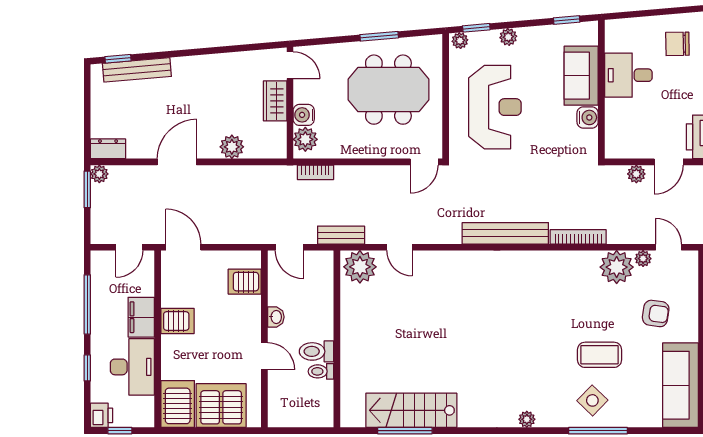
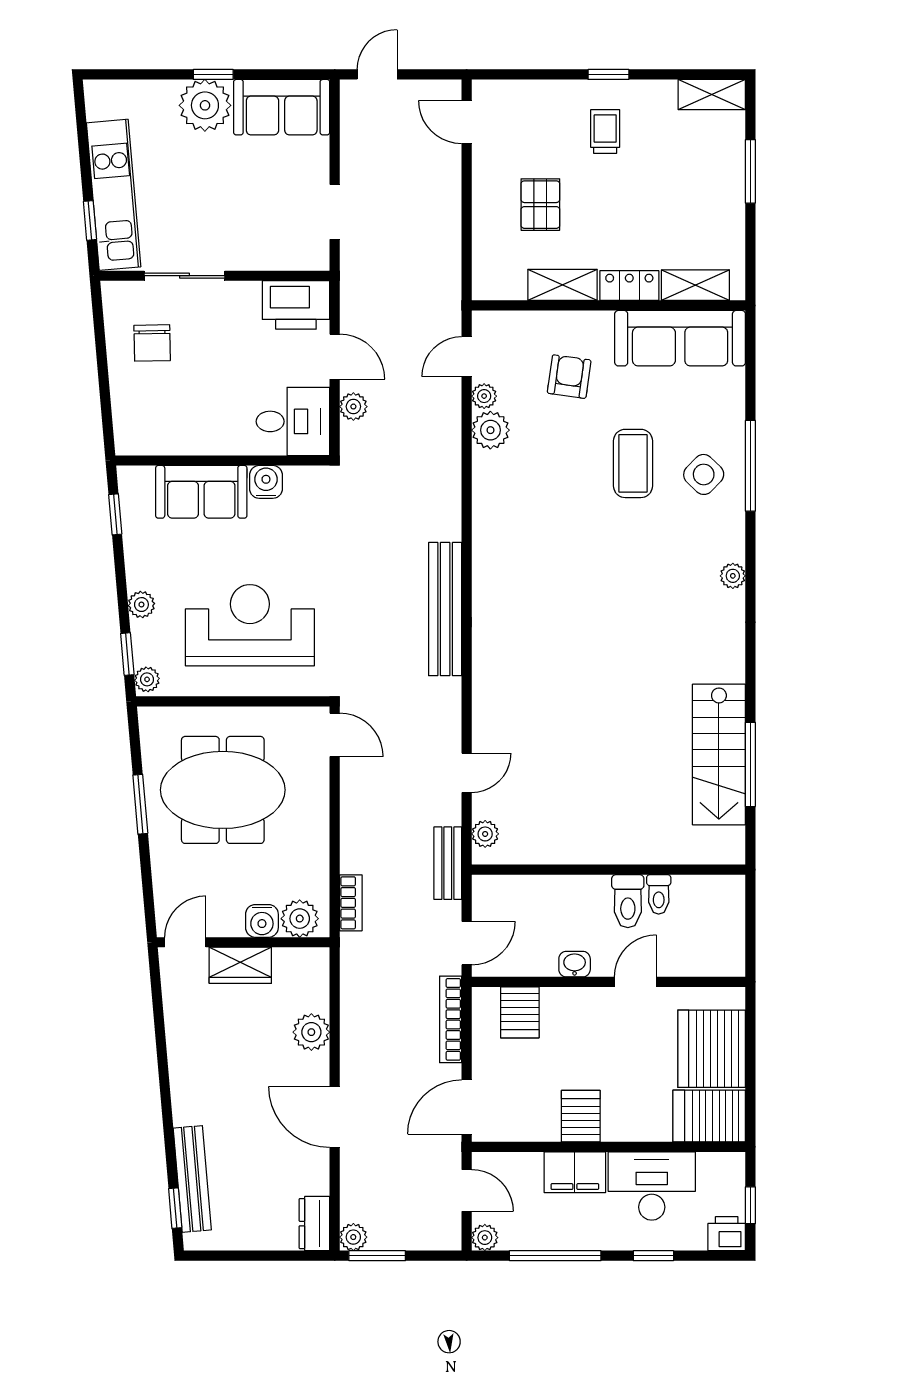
desk: (628, 75) -> (293, 421), moved, turned -90
meeting table: (388, 90) -> (223, 790), turned 90
bookcase: (578, 237) -> (451, 1019), moved
plant: (99, 259) -> (485, 1238), added
plant: (360, 267) -> (485, 834), width x0.53, depth x0.53
plant: (617, 267) -> (490, 430), width x0.73, depth x0.73

